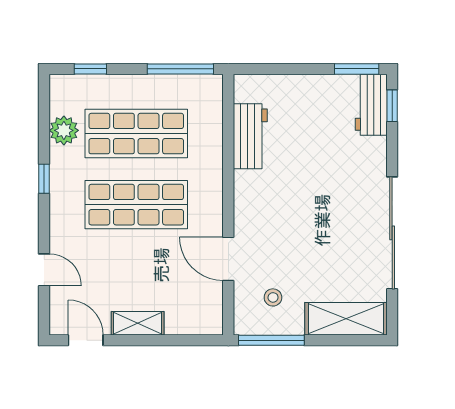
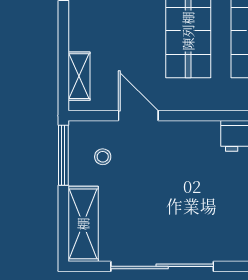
door: (228, 259) -> (138, 116), hinge flipped
shelving: (138, 323) -> (79, 76), moved

